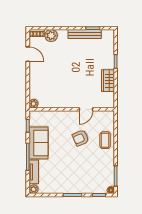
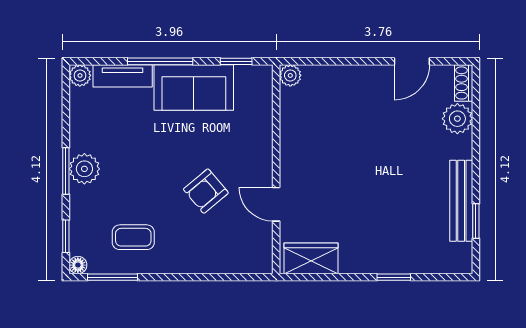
wardrobe: (108, 81) -> (311, 258), moved
armchair: (81, 138) -> (206, 191), turned -107
coffee table: (105, 140) -> (133, 237), moved
plant: (72, 188) -> (84, 169), added

